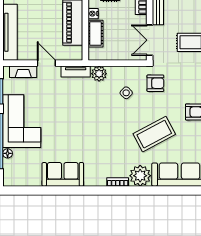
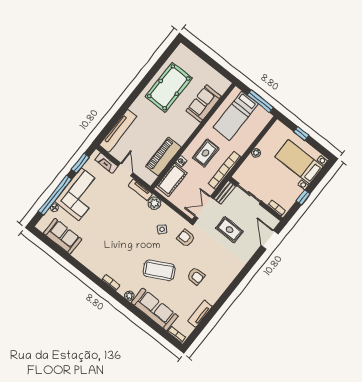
cot: (95, 34) -> (172, 180), width x1.37, depth x1.34
armchair: (155, 83) -> (186, 238), turned 180
sofa: (63, 174) -> (63, 236), moved
plant: (140, 176) -> (129, 296), width x0.53, depth x0.53

